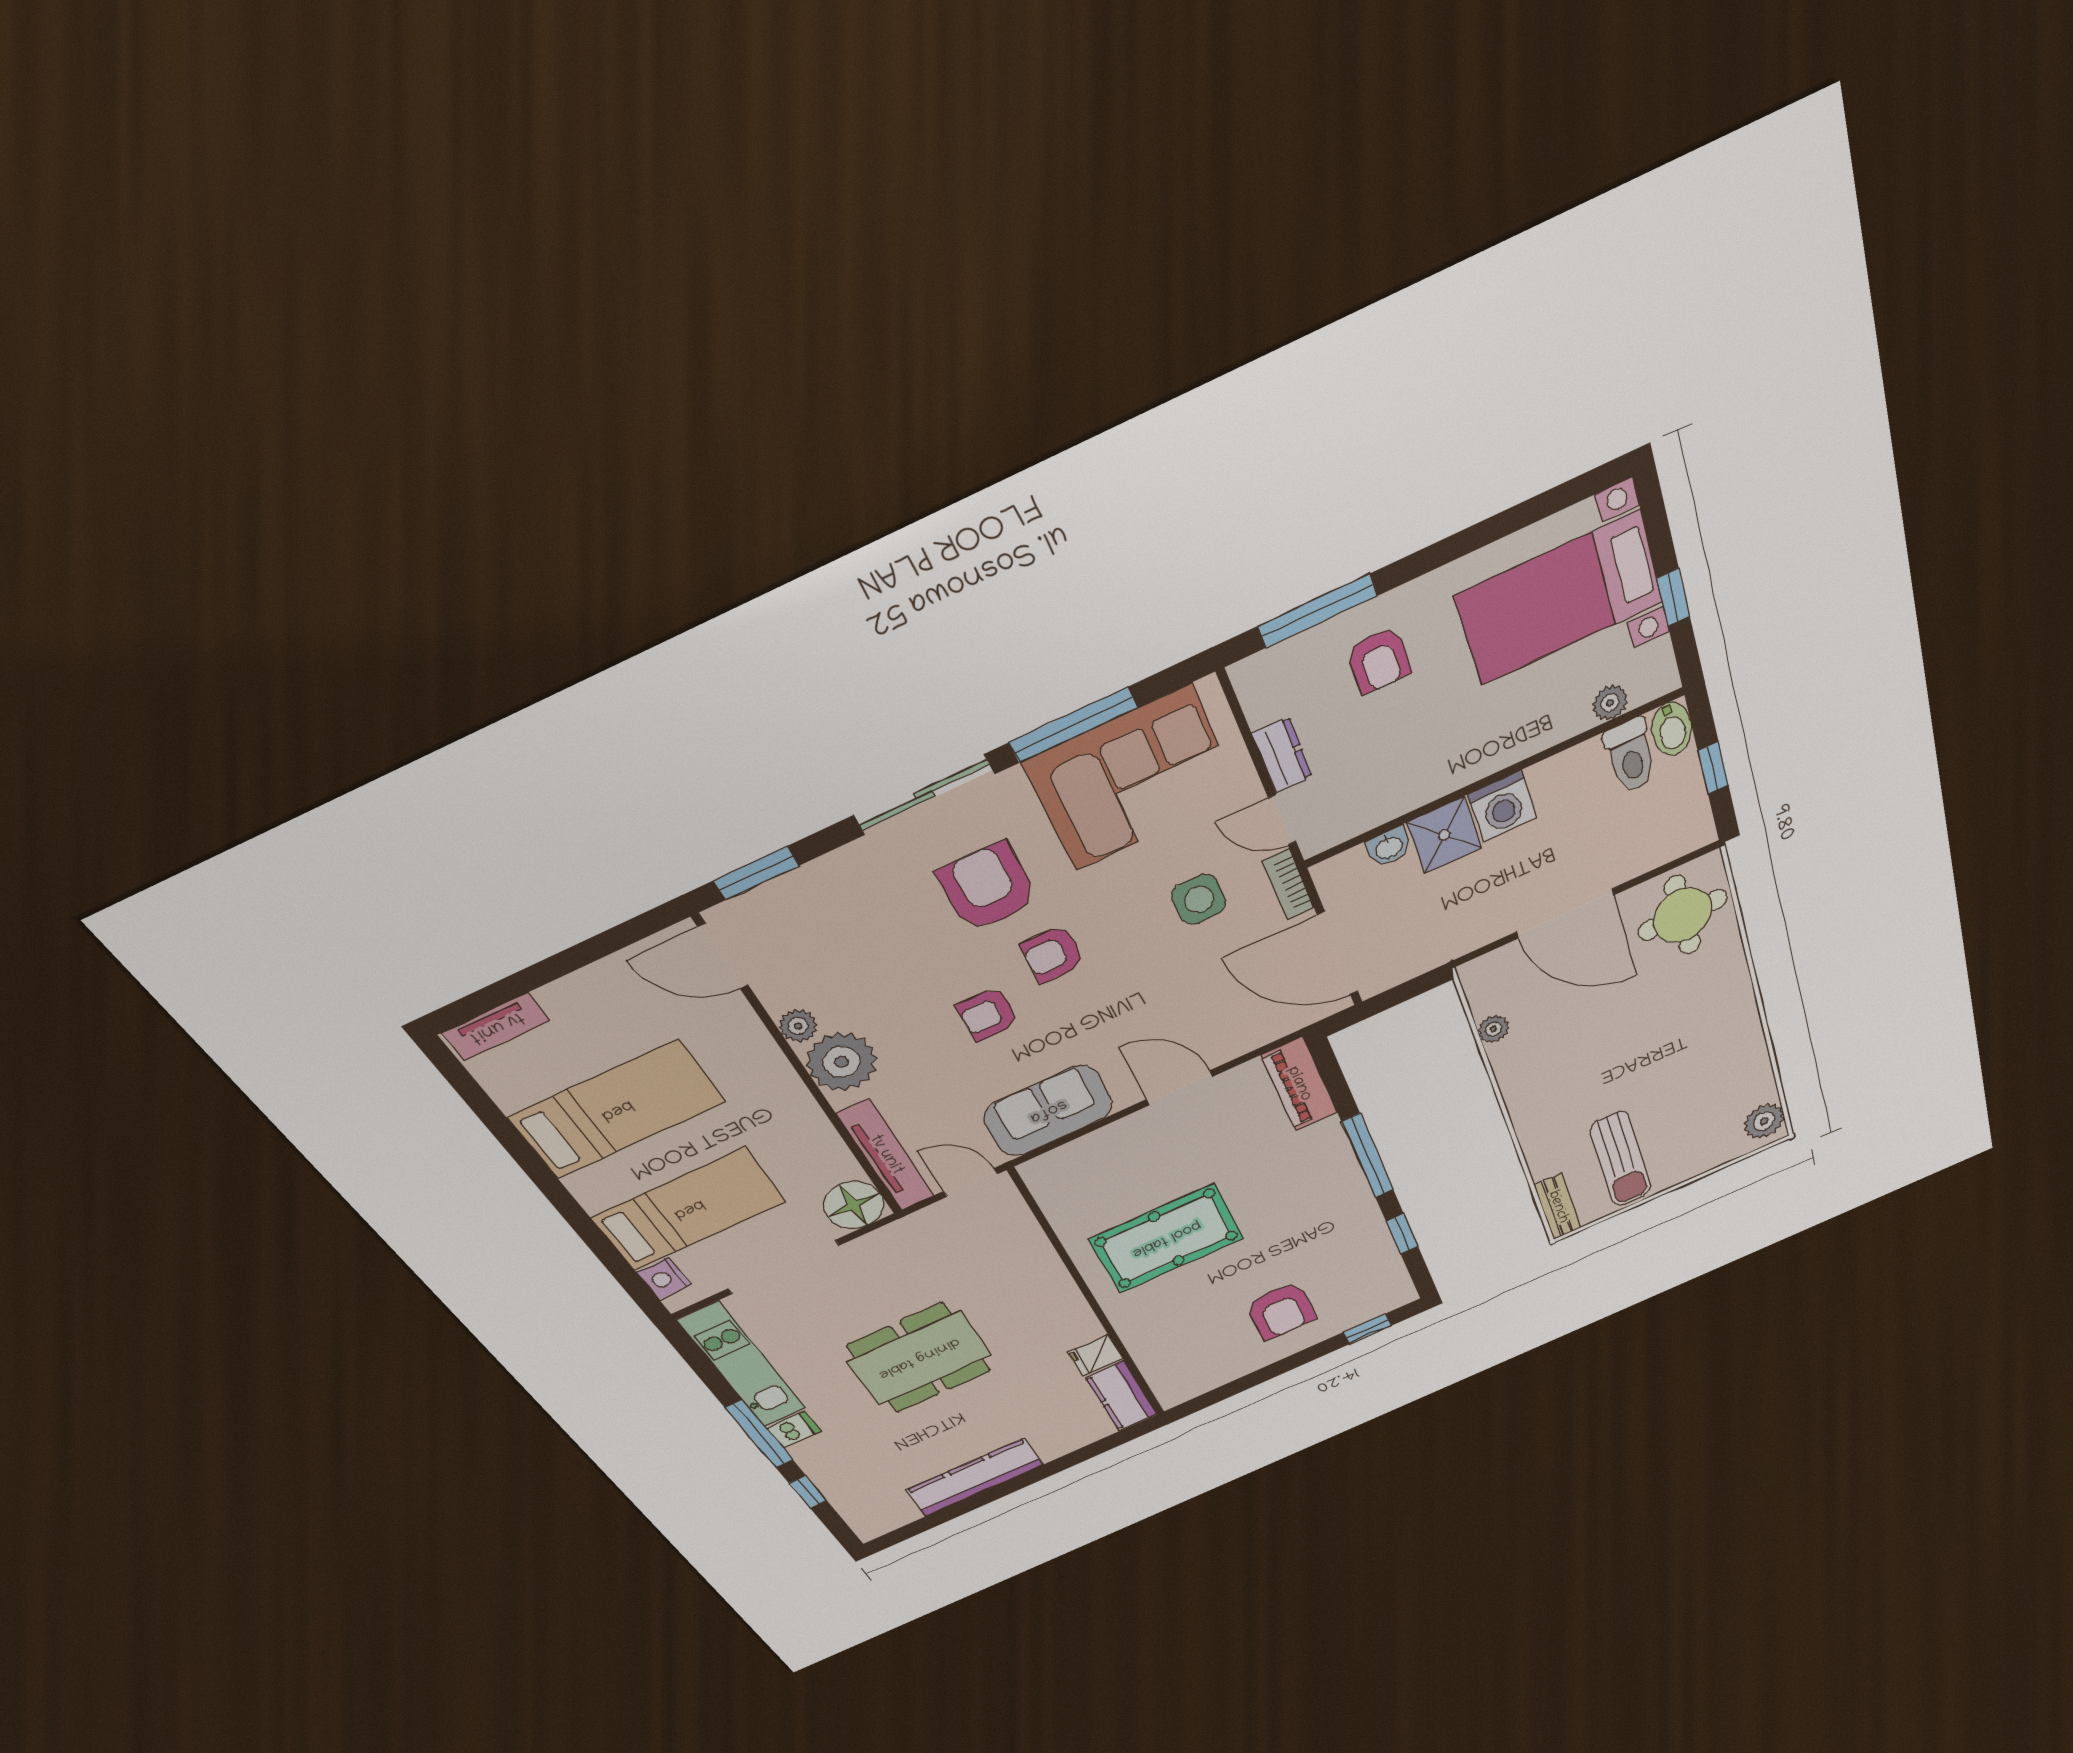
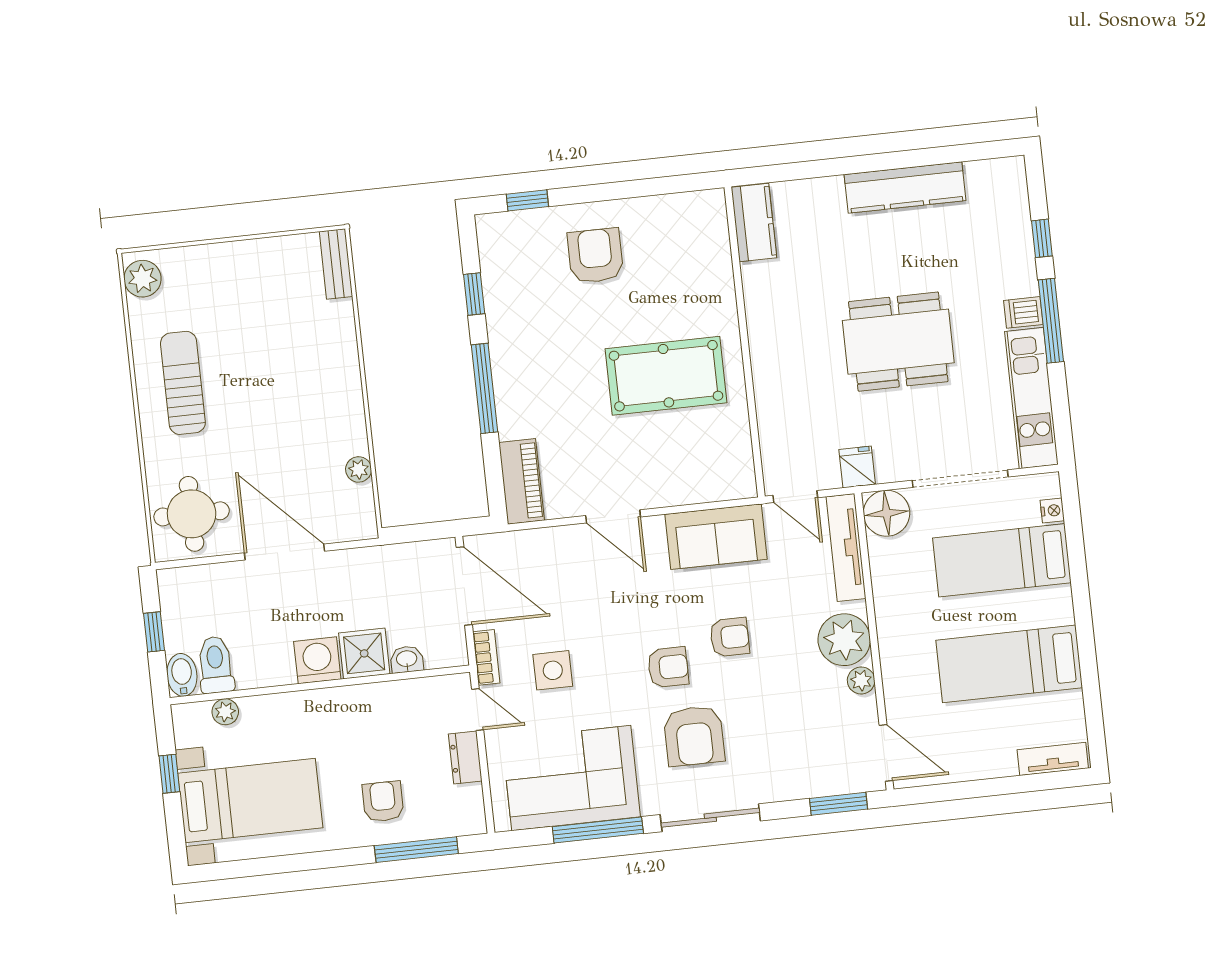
sun lounger: (1621, 1159) -> (183, 383), moved
nightstand: (664, 1279) -> (1052, 511), width x0.72, depth x0.74
fridge: (1095, 1355) -> (857, 467), moved, turned -90

